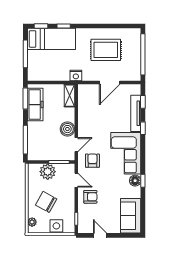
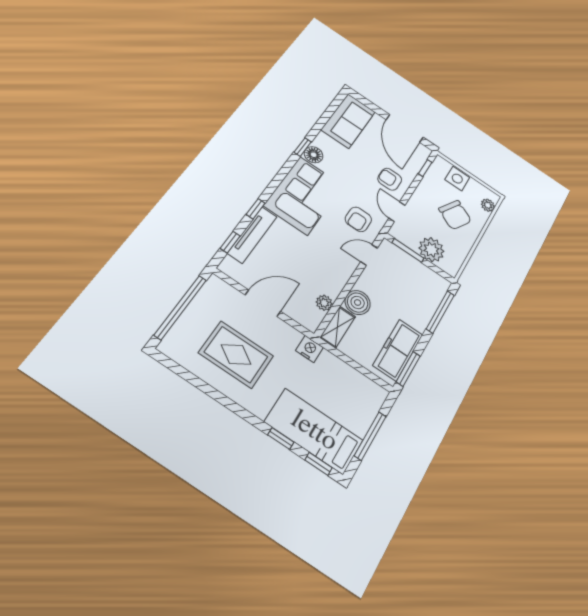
plant: (83, 103) -> (324, 303), added
boiler: (67, 129) -> (358, 303), moved
door: (100, 235) -> (405, 128), width x1.87

